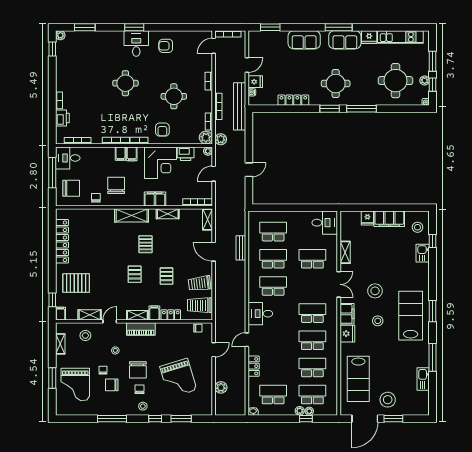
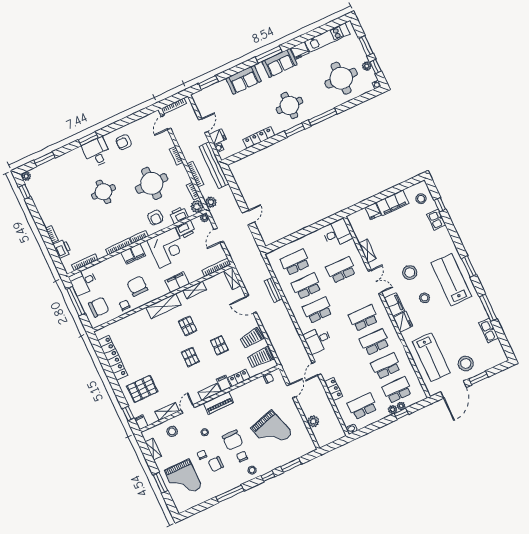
round table: (174, 96) -> (152, 183), width x1.36, depth x1.36
printer: (185, 137) -> (179, 215), added

